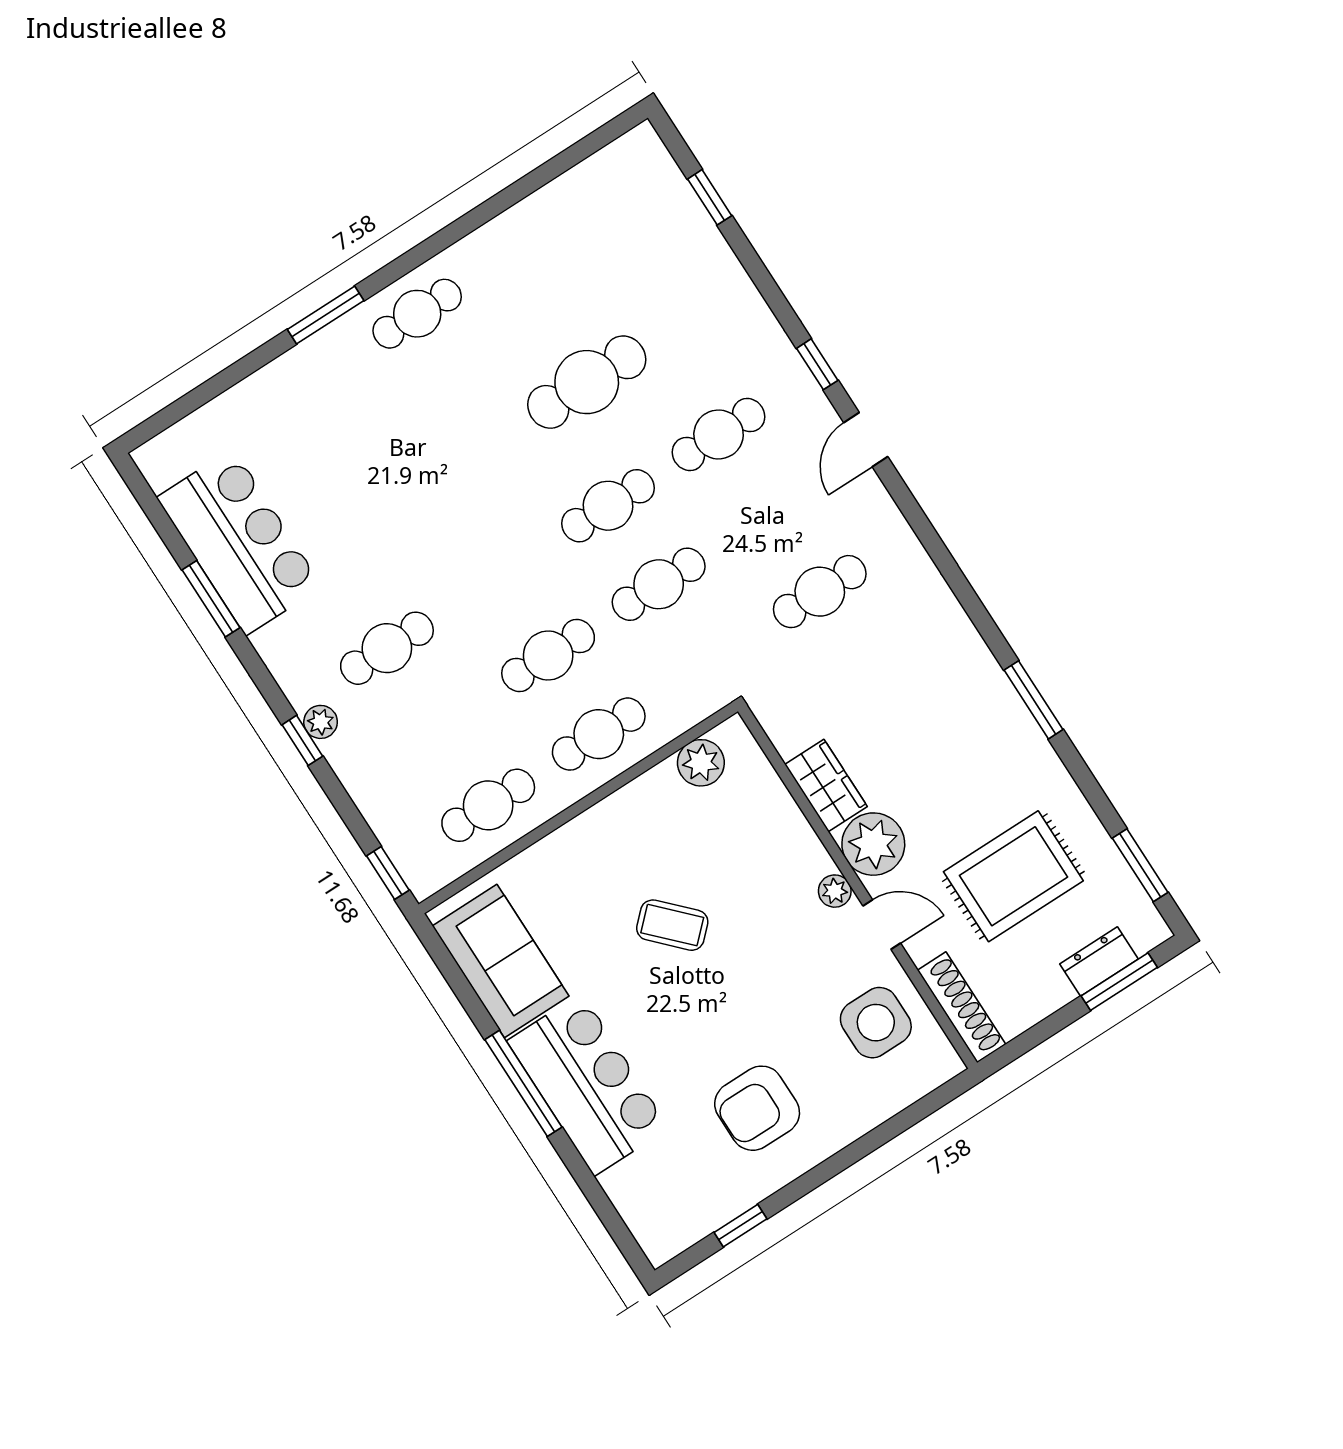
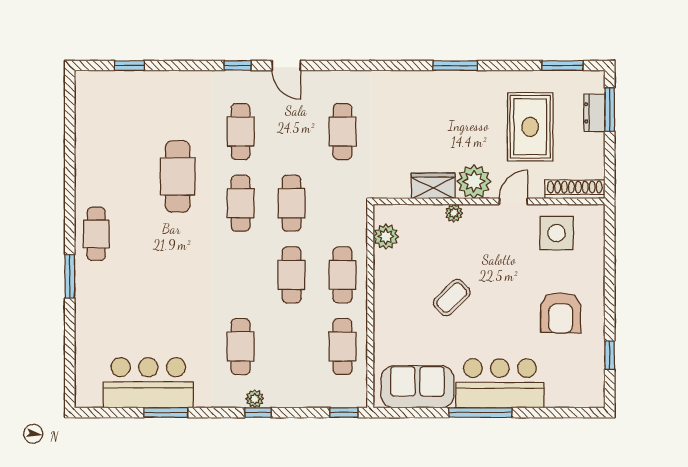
plant: (835, 891) -> (454, 213), moved

